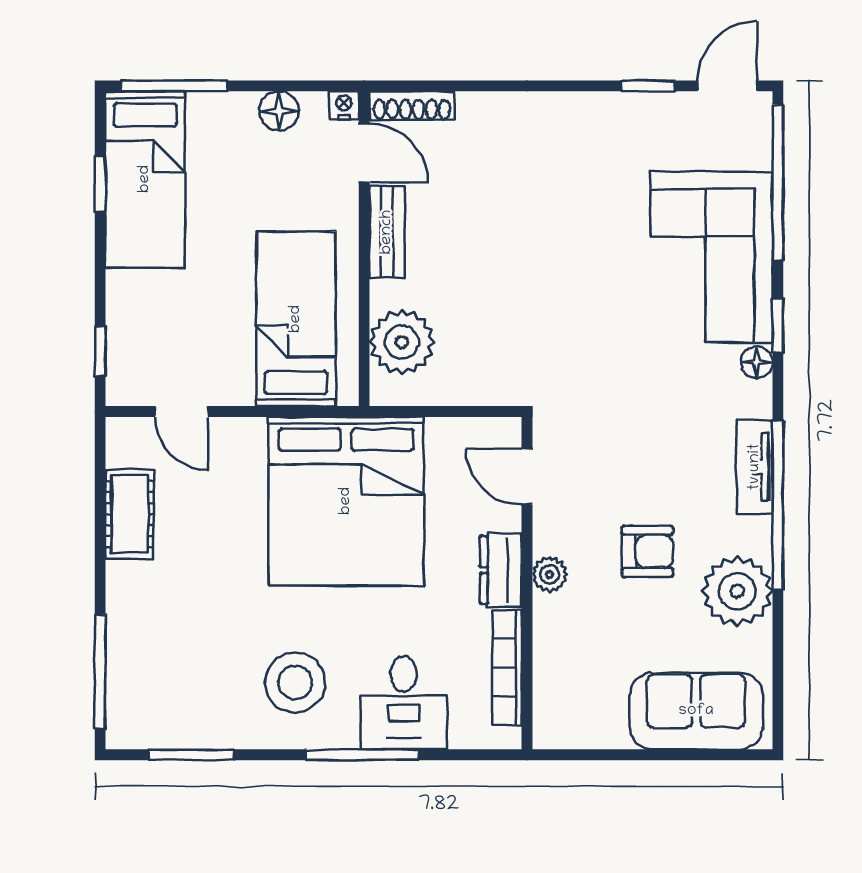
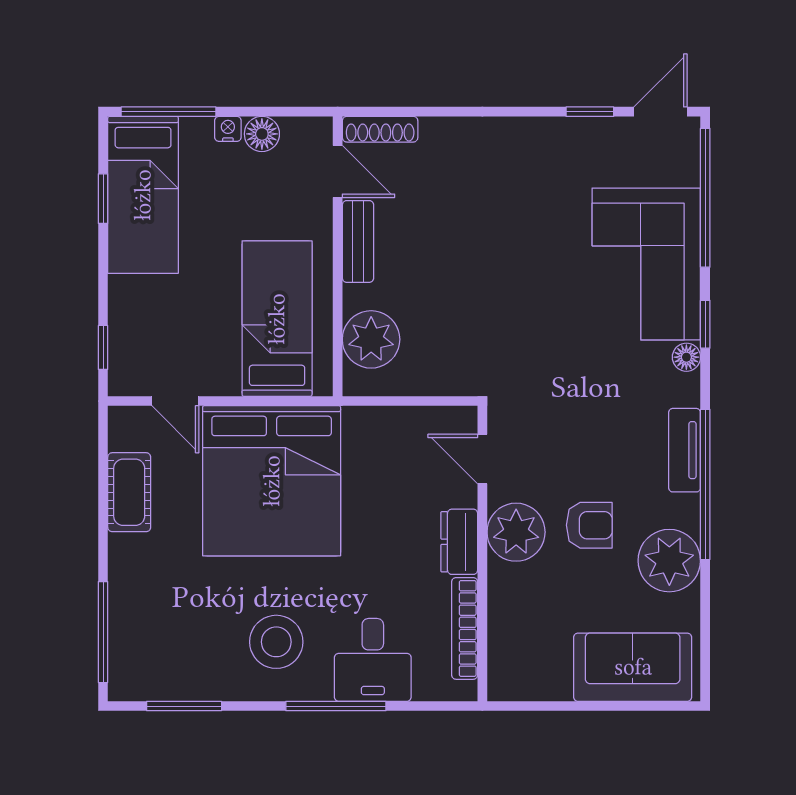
nightstand: (344, 105) -> (228, 129), moved
bed: (346, 501) -> (272, 481), moved
plant: (550, 574) -> (516, 532), width x1.88, depth x1.88

